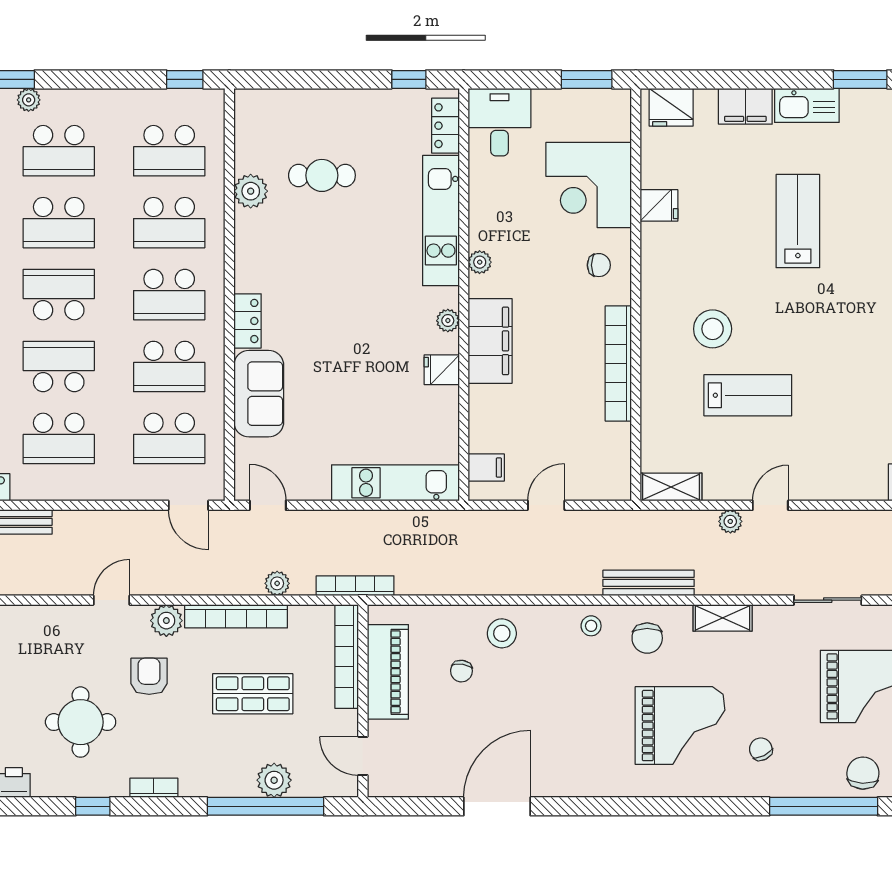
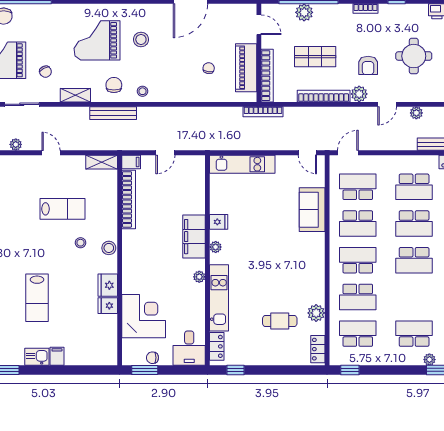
kitchen sink: (807, 105) -> (37, 357), width x0.73
filing cabinet: (745, 106) -> (57, 356), width x0.50
fridge: (671, 107) -> (108, 285), moved, turned -90
school desk: (59, 223) -> (414, 297), removed
school desk: (169, 223) -> (358, 297), turned 180
chair: (599, 265) -> (152, 358), moved
stool: (657, 319) -> (109, 248), added
locker: (247, 321) -> (318, 349), moved
stool: (713, 329) -> (81, 243), width x0.53, depth x0.53
bookcase: (618, 363) -> (129, 199), moved
school desk: (169, 366) -> (358, 224), turned 180
lab bench: (748, 395) -> (63, 209), turned 180
school desk: (59, 438) -> (414, 187), turned 180
filing cabinet: (486, 468) -> (131, 162), moved, turned 180
door: (188, 505) -> (348, 153), hinge flipped
door: (770, 505) -> (51, 153), swing flipped
plant: (730, 521) -> (16, 144), moved
plant: (277, 583) -> (416, 113), moved
stool: (502, 633) -> (141, 40), moved
round table: (81, 722) -> (414, 56), moved
chair: (761, 749) -> (45, 72), moved

